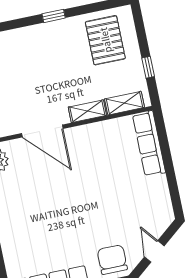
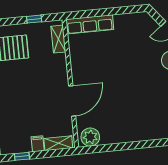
shelving: (87, 111) -> (61, 67), removed

